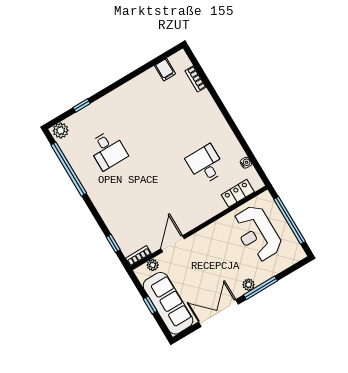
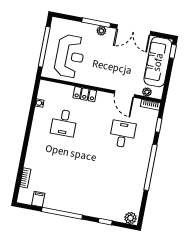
window: (130, 76) -> (62, 213), added
desk: (108, 150) -> (122, 134), moved
window: (69, 169) -> (150, 167), moved
locker: (238, 193) -> (85, 94), moved
door: (173, 244) -> (124, 94), hinge flipped
window: (150, 305) -> (173, 51), moved

